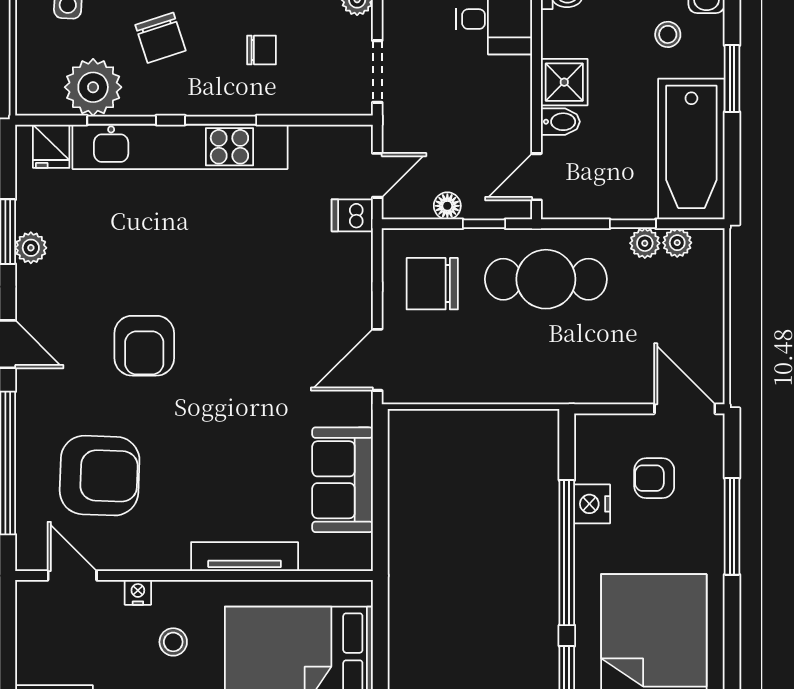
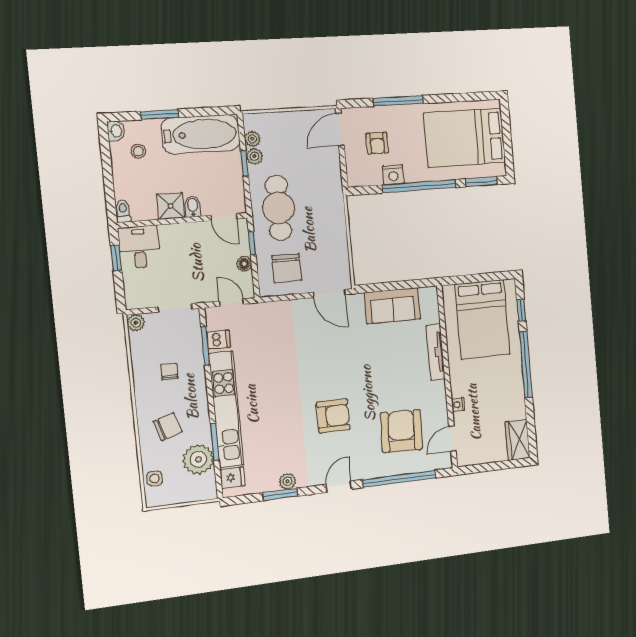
window: (221, 120) -> (205, 346), moved
dishwasher: (352, 215) -> (219, 340), moved, turned -90
stool: (173, 642) -> (481, 384), removed

